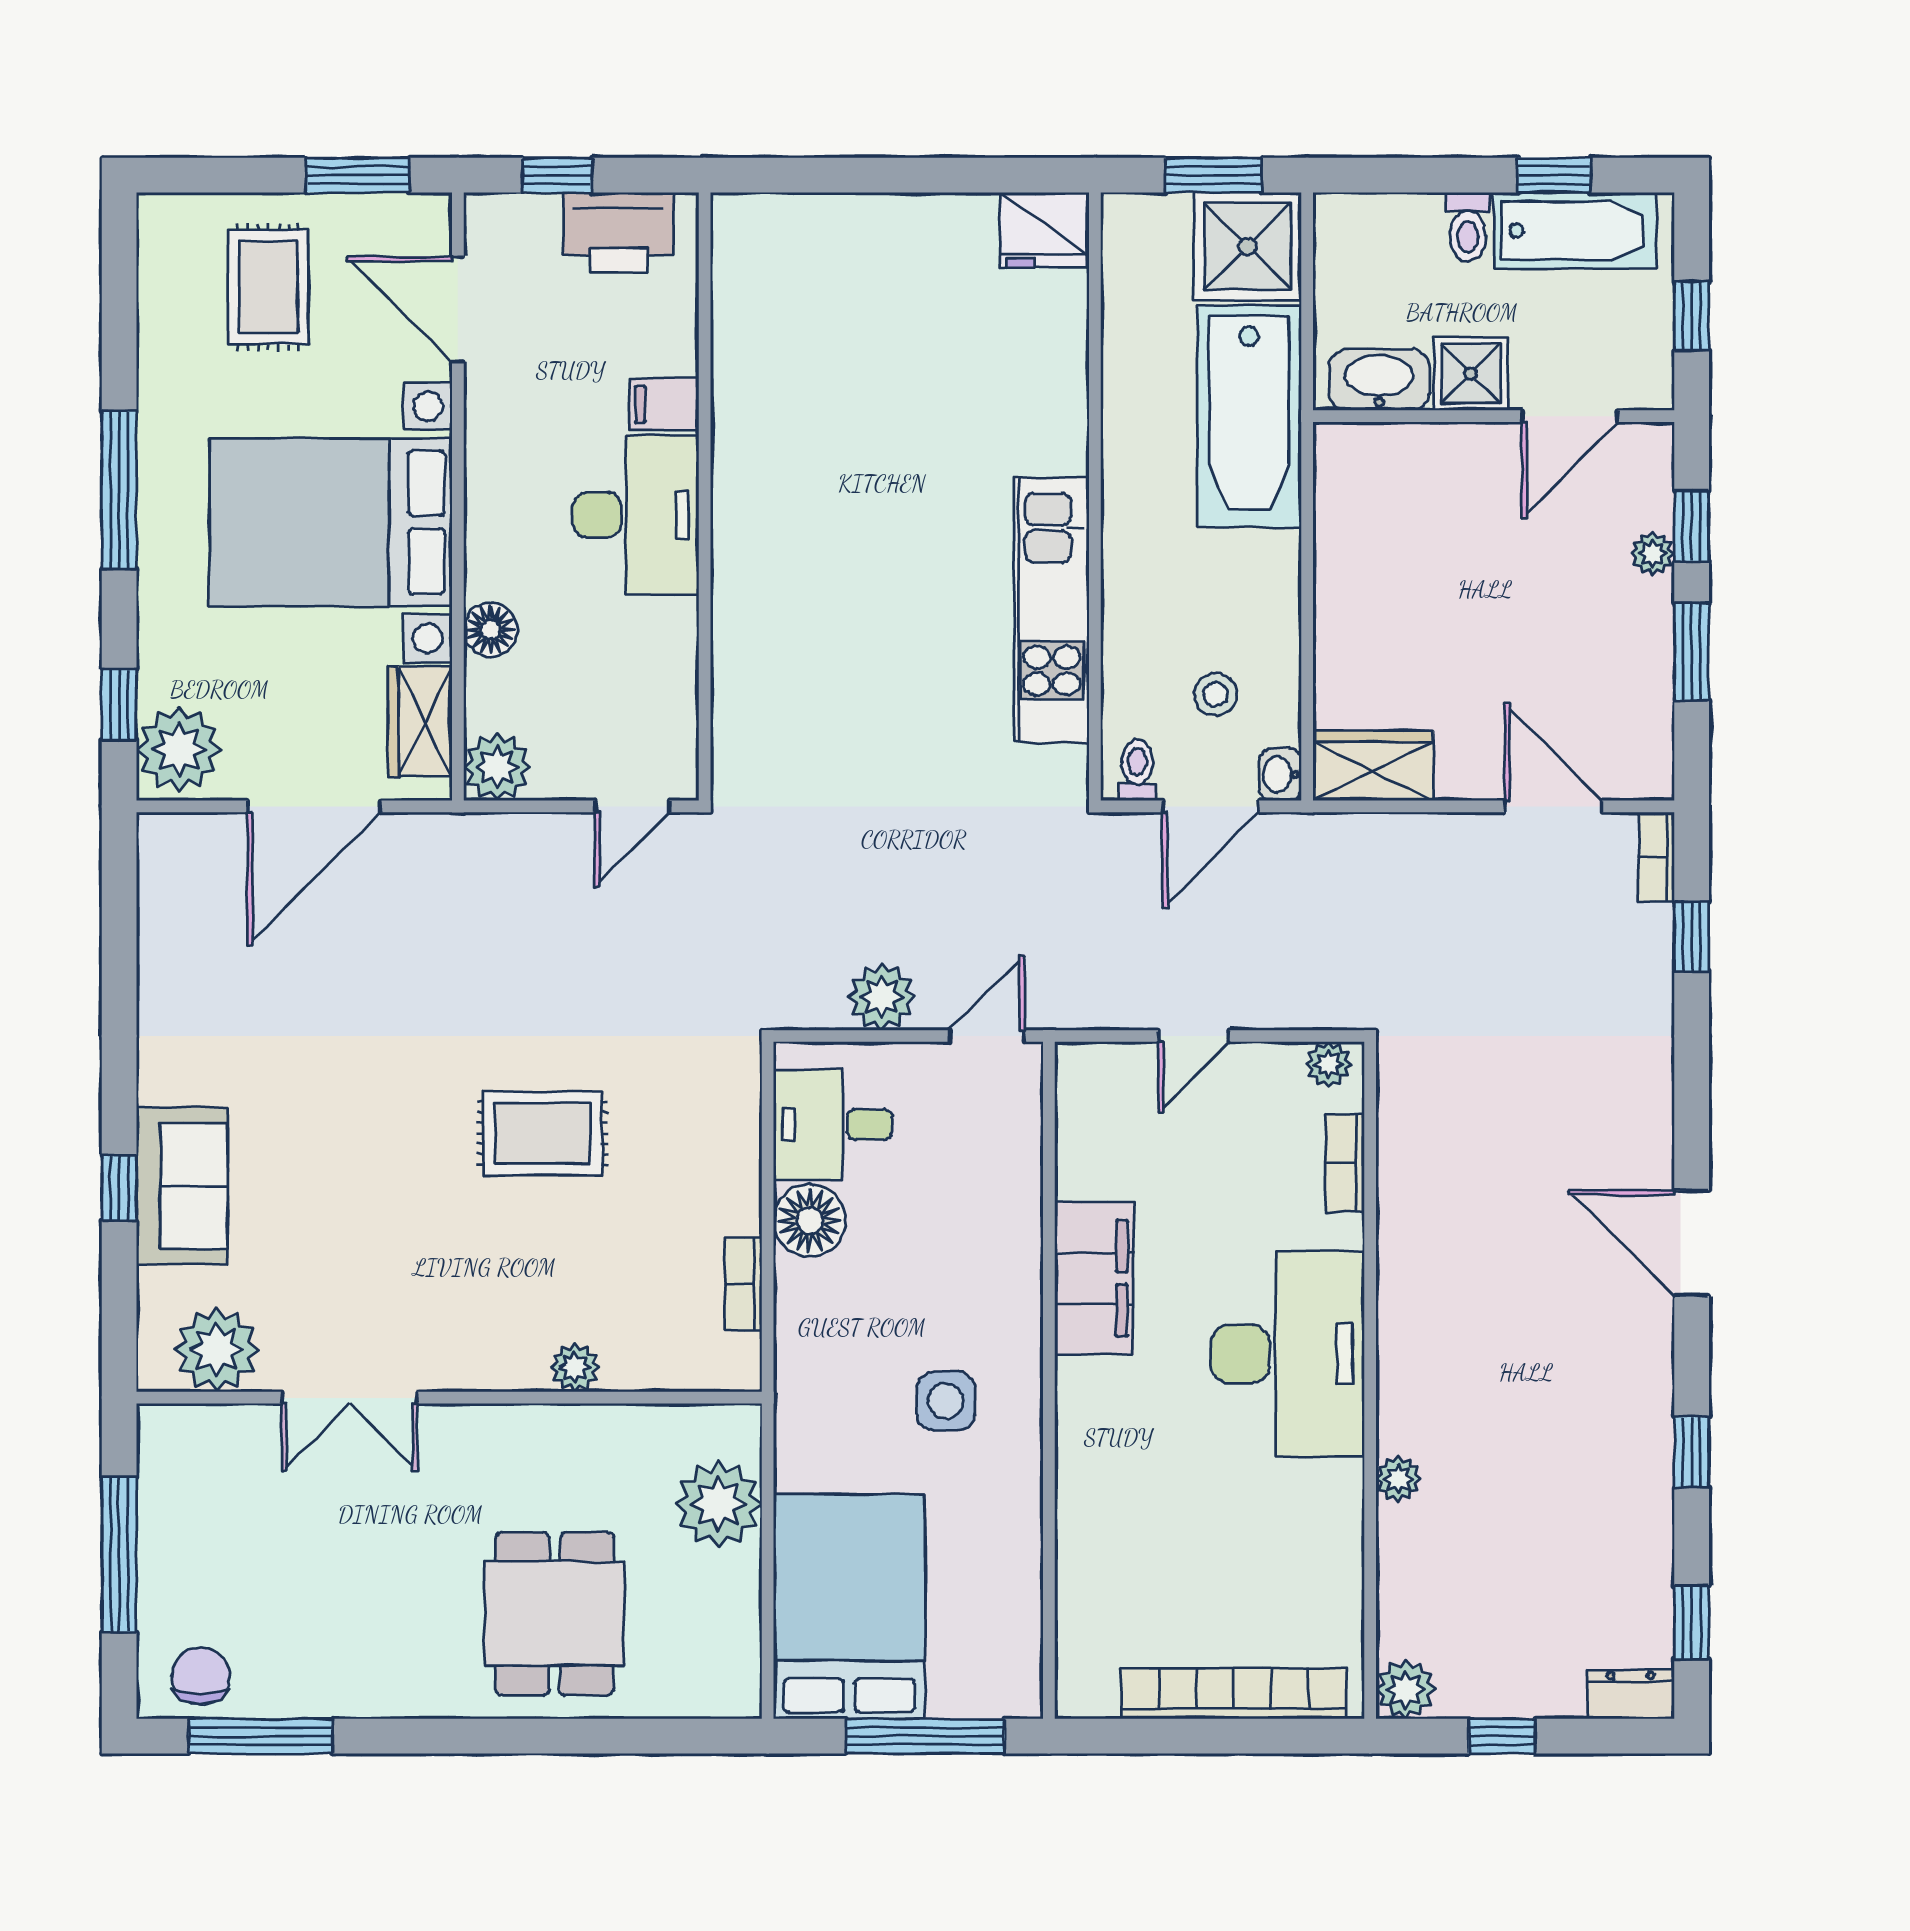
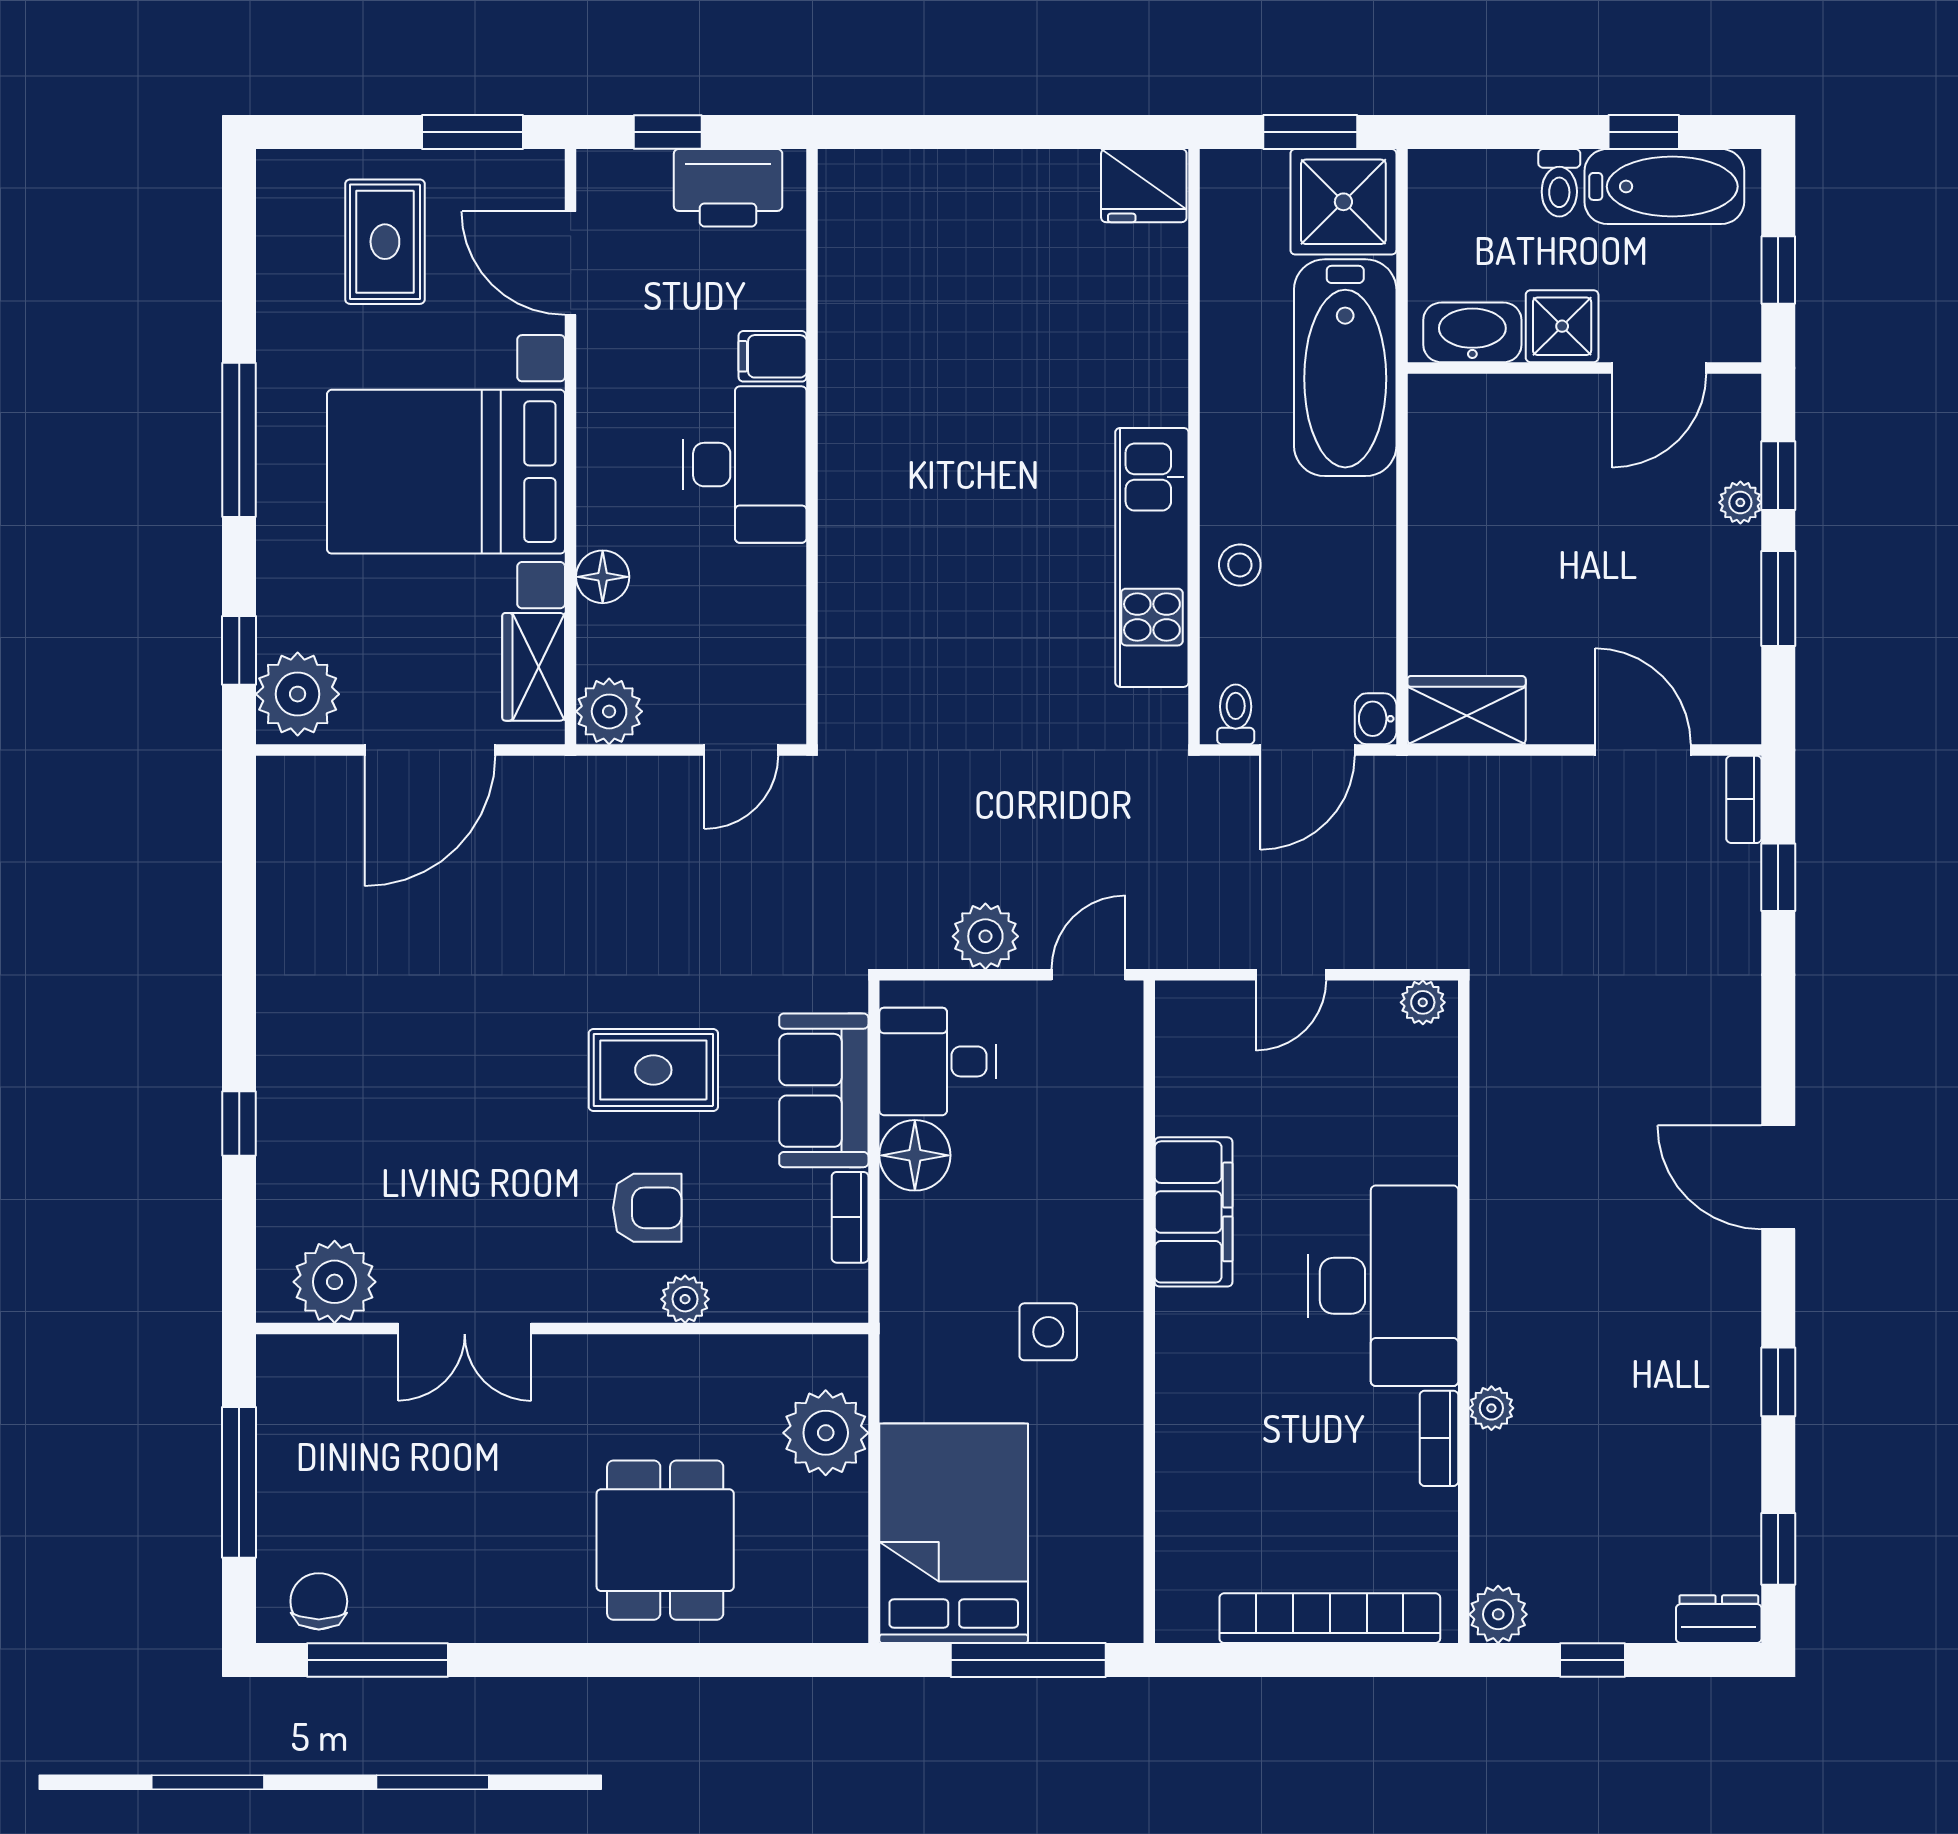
stool: (1216, 695) -> (1240, 565), moved
bookcase: (1345, 1163) -> (1439, 1438), moved
sofa: (182, 1186) -> (824, 1090), moved, turned 180
armchair: (536, 1274) -> (647, 1208), added

